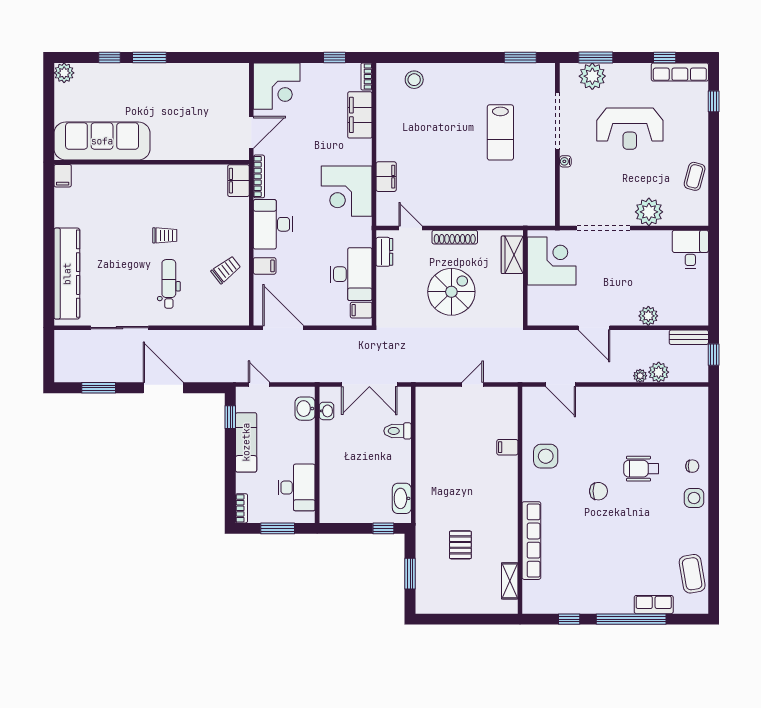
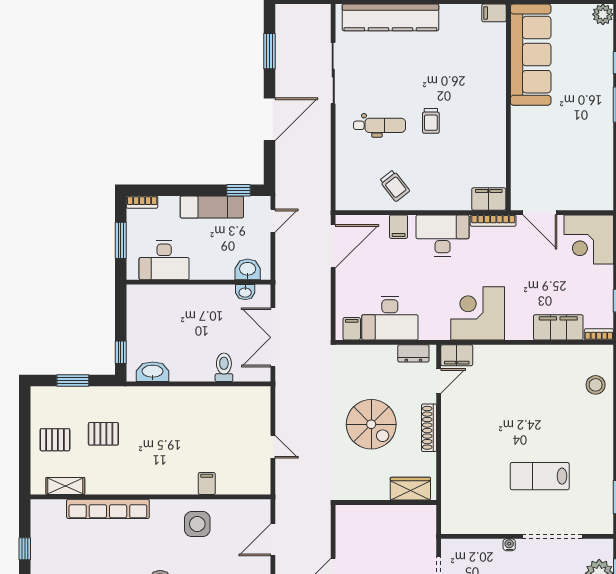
filing cabinet: (386, 177) -> (457, 355), moved
corner desk: (552, 261) -> (404, 530), removed
pallet: (466, 591) -> (55, 440), added

